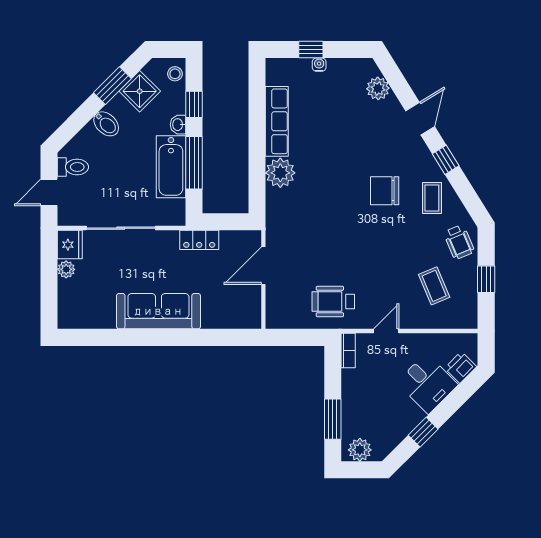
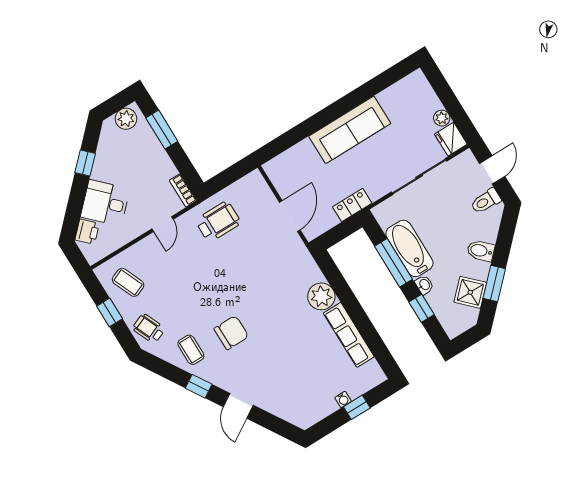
stool: (175, 74) -> (451, 323), removed
plant: (378, 88) -> (286, 409), removed
coffee table: (434, 286) -> (128, 282), moved

